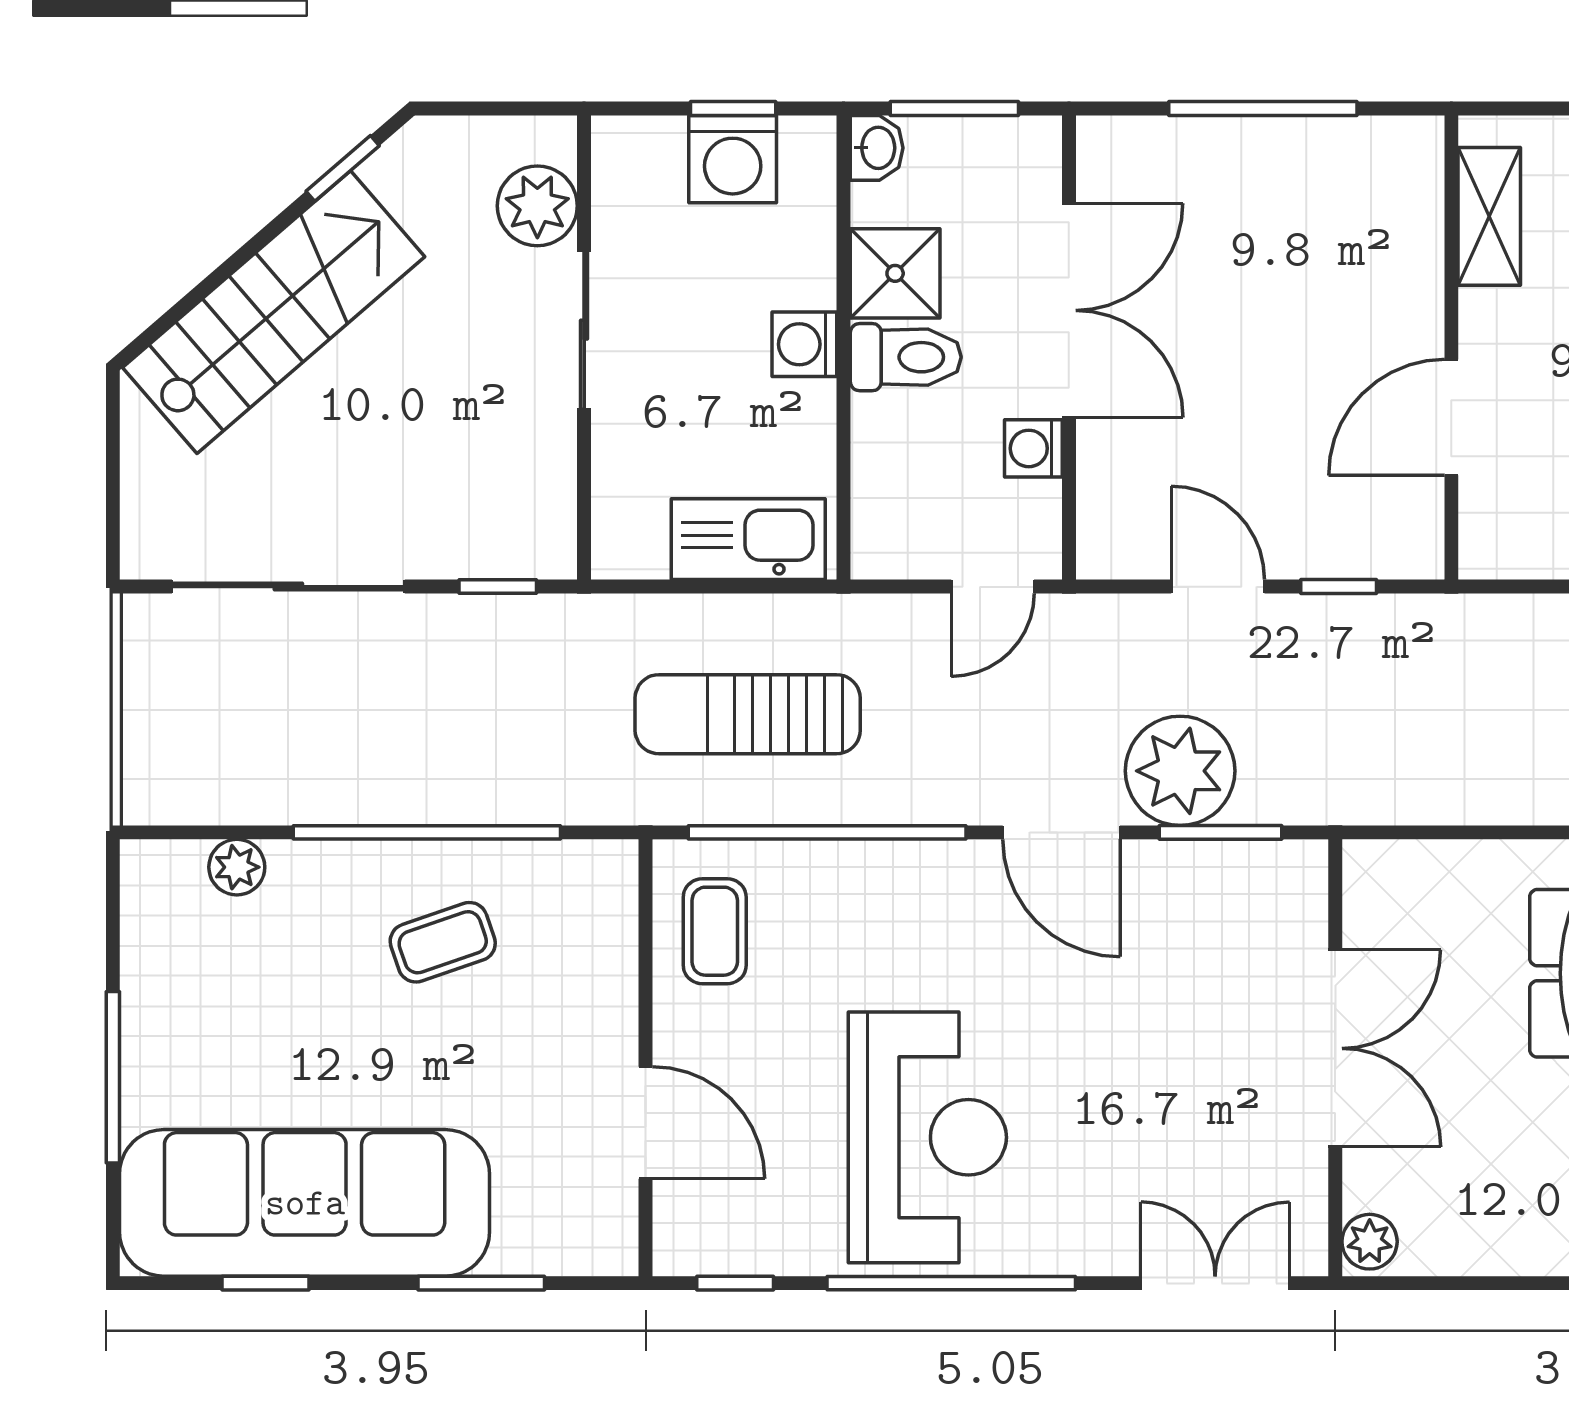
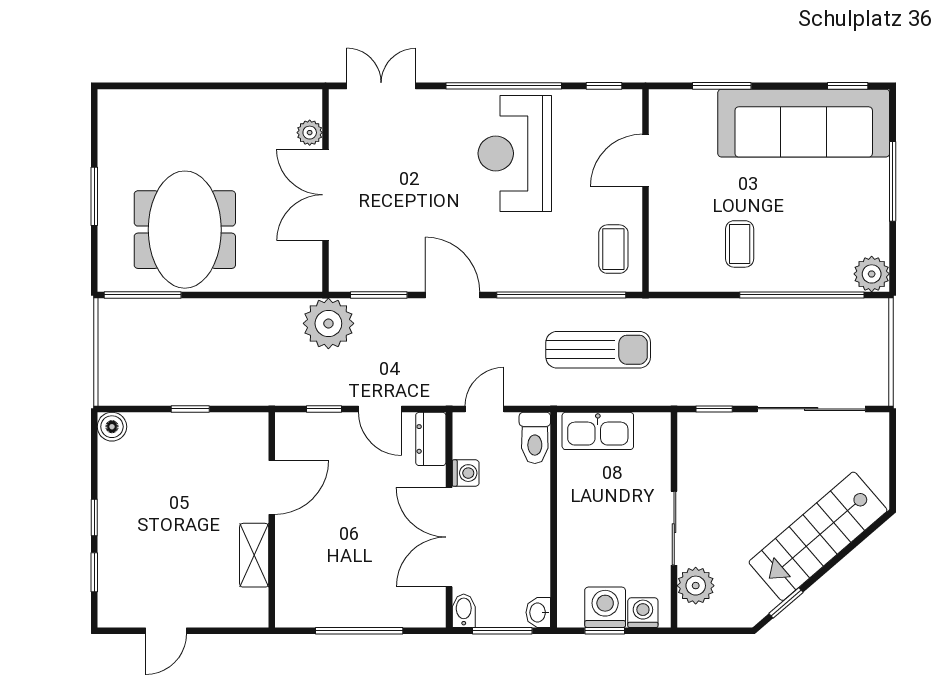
bidet: (1037, 152) -> (464, 611), added
shelving: (1489, 216) -> (254, 555), moved
shower: (895, 273) -> (530, 554), removed
washing machine: (804, 344) -> (643, 613), moved, turned -90
toilet: (906, 357) -> (535, 438), moved, turned -90
dresser: (1108, 522) -> (431, 439), added
plant: (1180, 771) -> (328, 323), moved
window: (427, 832) -> (802, 295), moved
plant: (237, 867) -> (872, 274), moved, width x1.38, depth x1.38
coffee table: (443, 942) -> (740, 244), turned -71
door: (646, 1123) -> (646, 160), hinge flipped
plant: (1370, 1242) -> (310, 133), moved
window: (265, 1283) -> (848, 86), moved
double door: (1215, 1283) -> (381, 86), swing flipped

